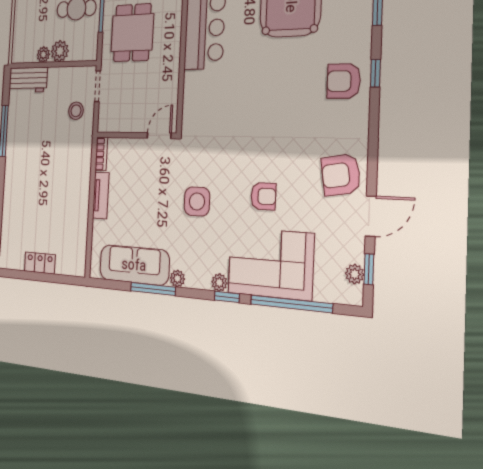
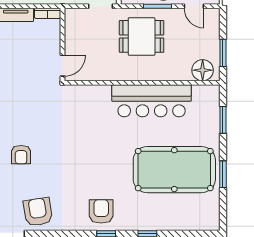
door: (159, 136) -> (63, 66), hinge flipped
side table: (197, 201) -> (15, 101), removed

